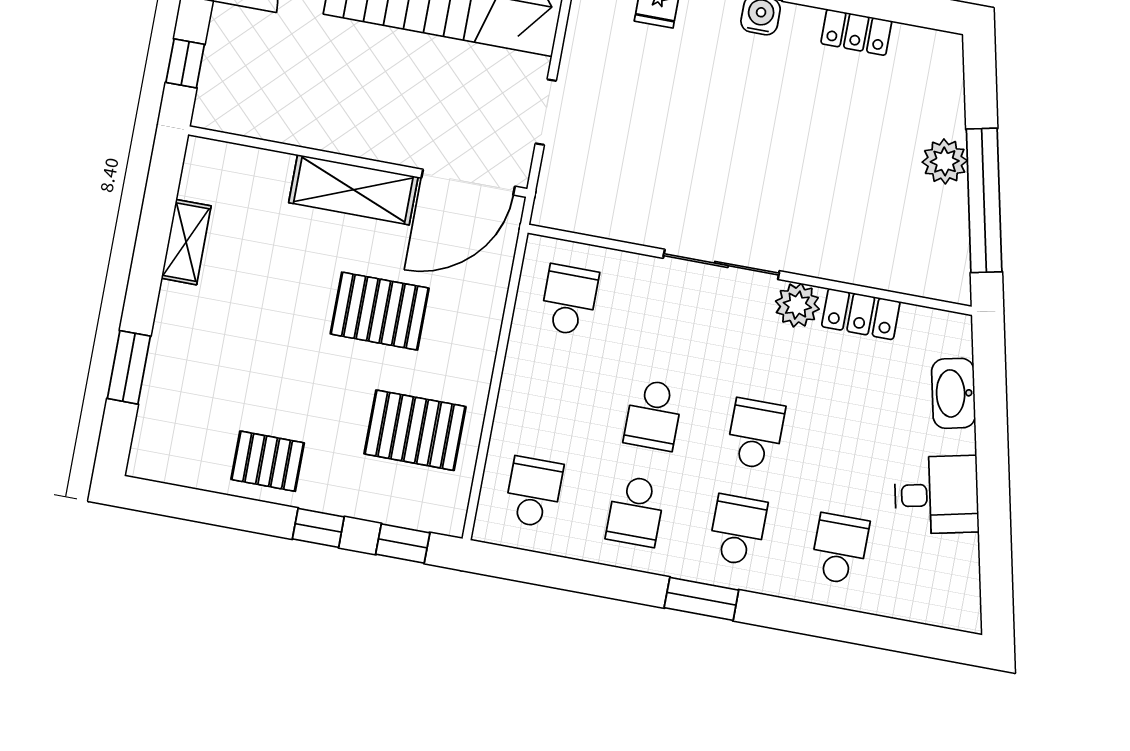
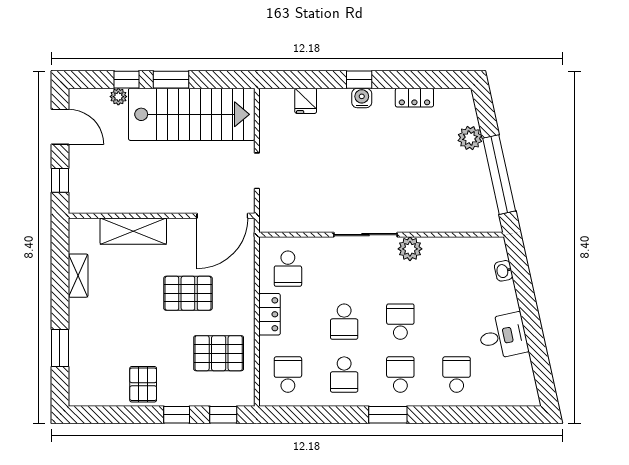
plant: (945, 161) -> (470, 138), moved
shelving: (353, 190) -> (133, 231), moved
school desk: (569, 300) -> (288, 269), turned 180
locker: (861, 314) -> (270, 314), moved, turned -90
washbasin: (954, 393) -> (503, 271), width x0.52, depth x0.69
pallet: (268, 461) -> (143, 384), turned 90

